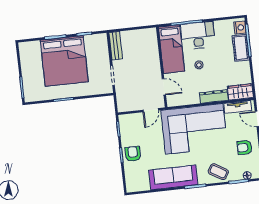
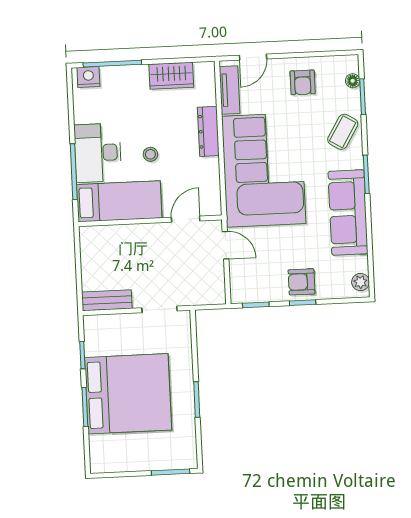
cot: (241, 48) -> (125, 78), removed
wardrobe: (240, 92) -> (171, 76), moved, turned -90
plant: (135, 187) -> (360, 282), added

